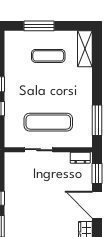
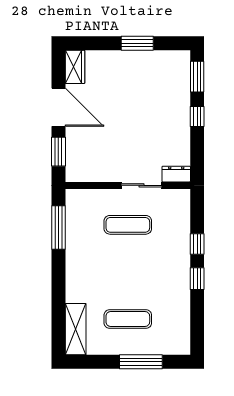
exercise mat: (48, 122) -> (128, 225), width x0.73, depth x0.69
dresser: (80, 158) -> (176, 174), moved

